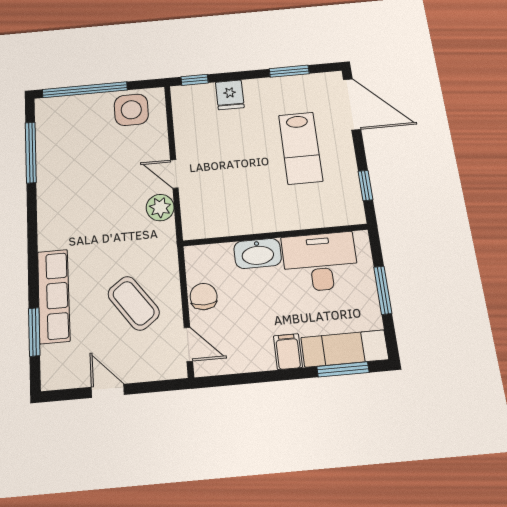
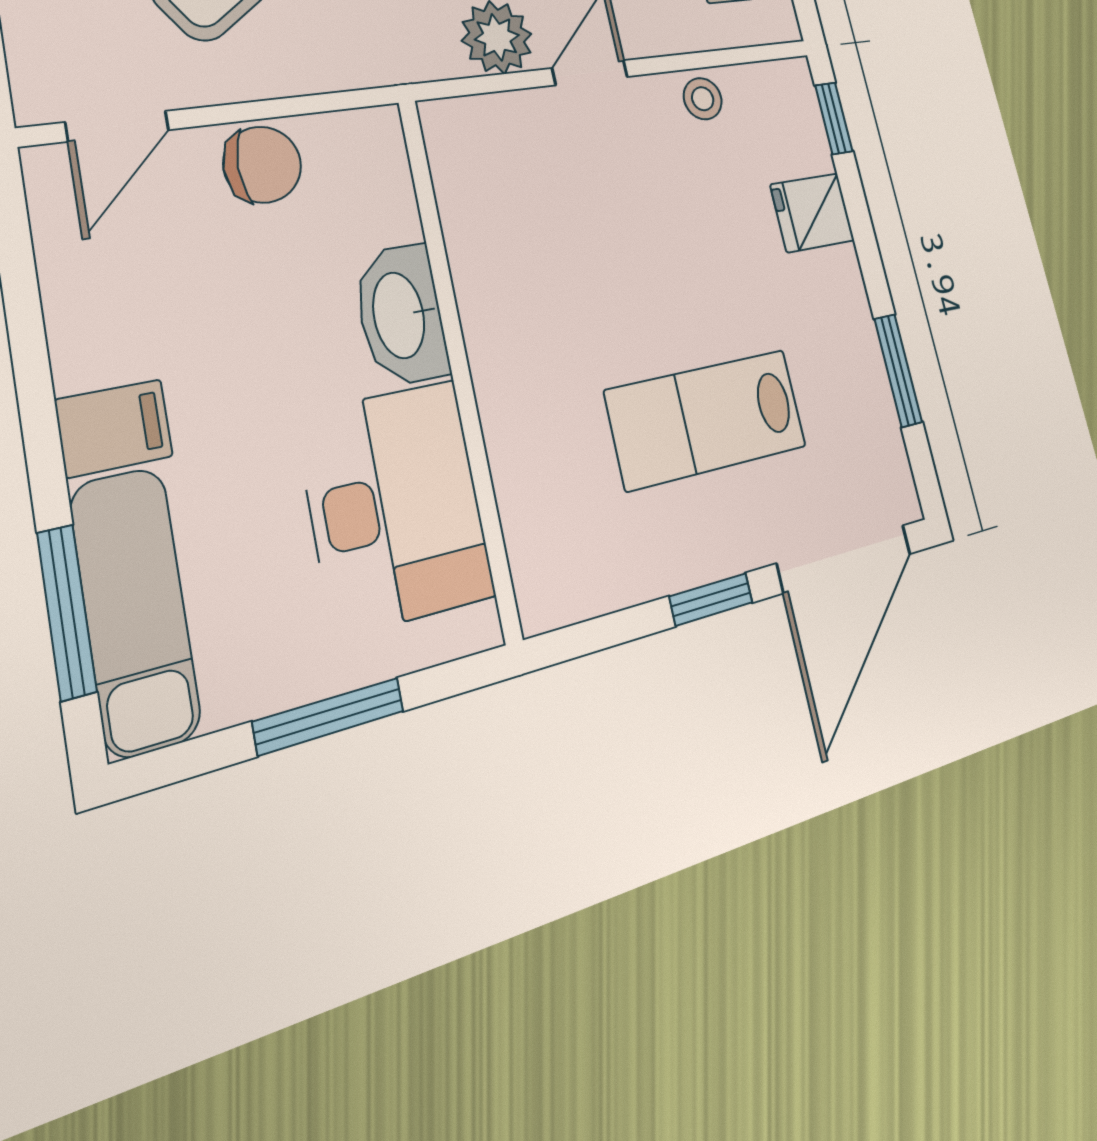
stool: (185, 131) -> (703, 99), added
window: (365, 185) -> (711, 599), moved

